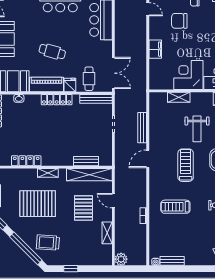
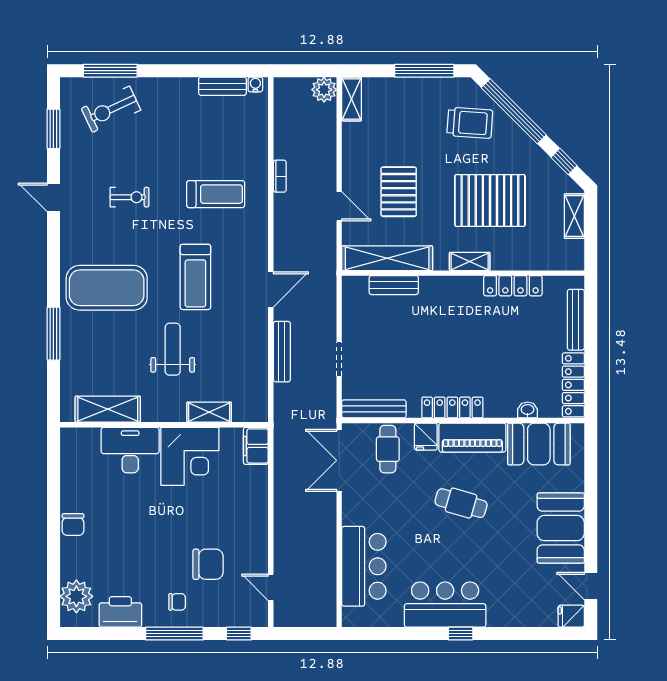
filing cabinet: (155, 49) -> (256, 446), moved
shelving: (107, 233) -> (352, 99), moved
window: (71, 269) -> (424, 71), width x2.17

